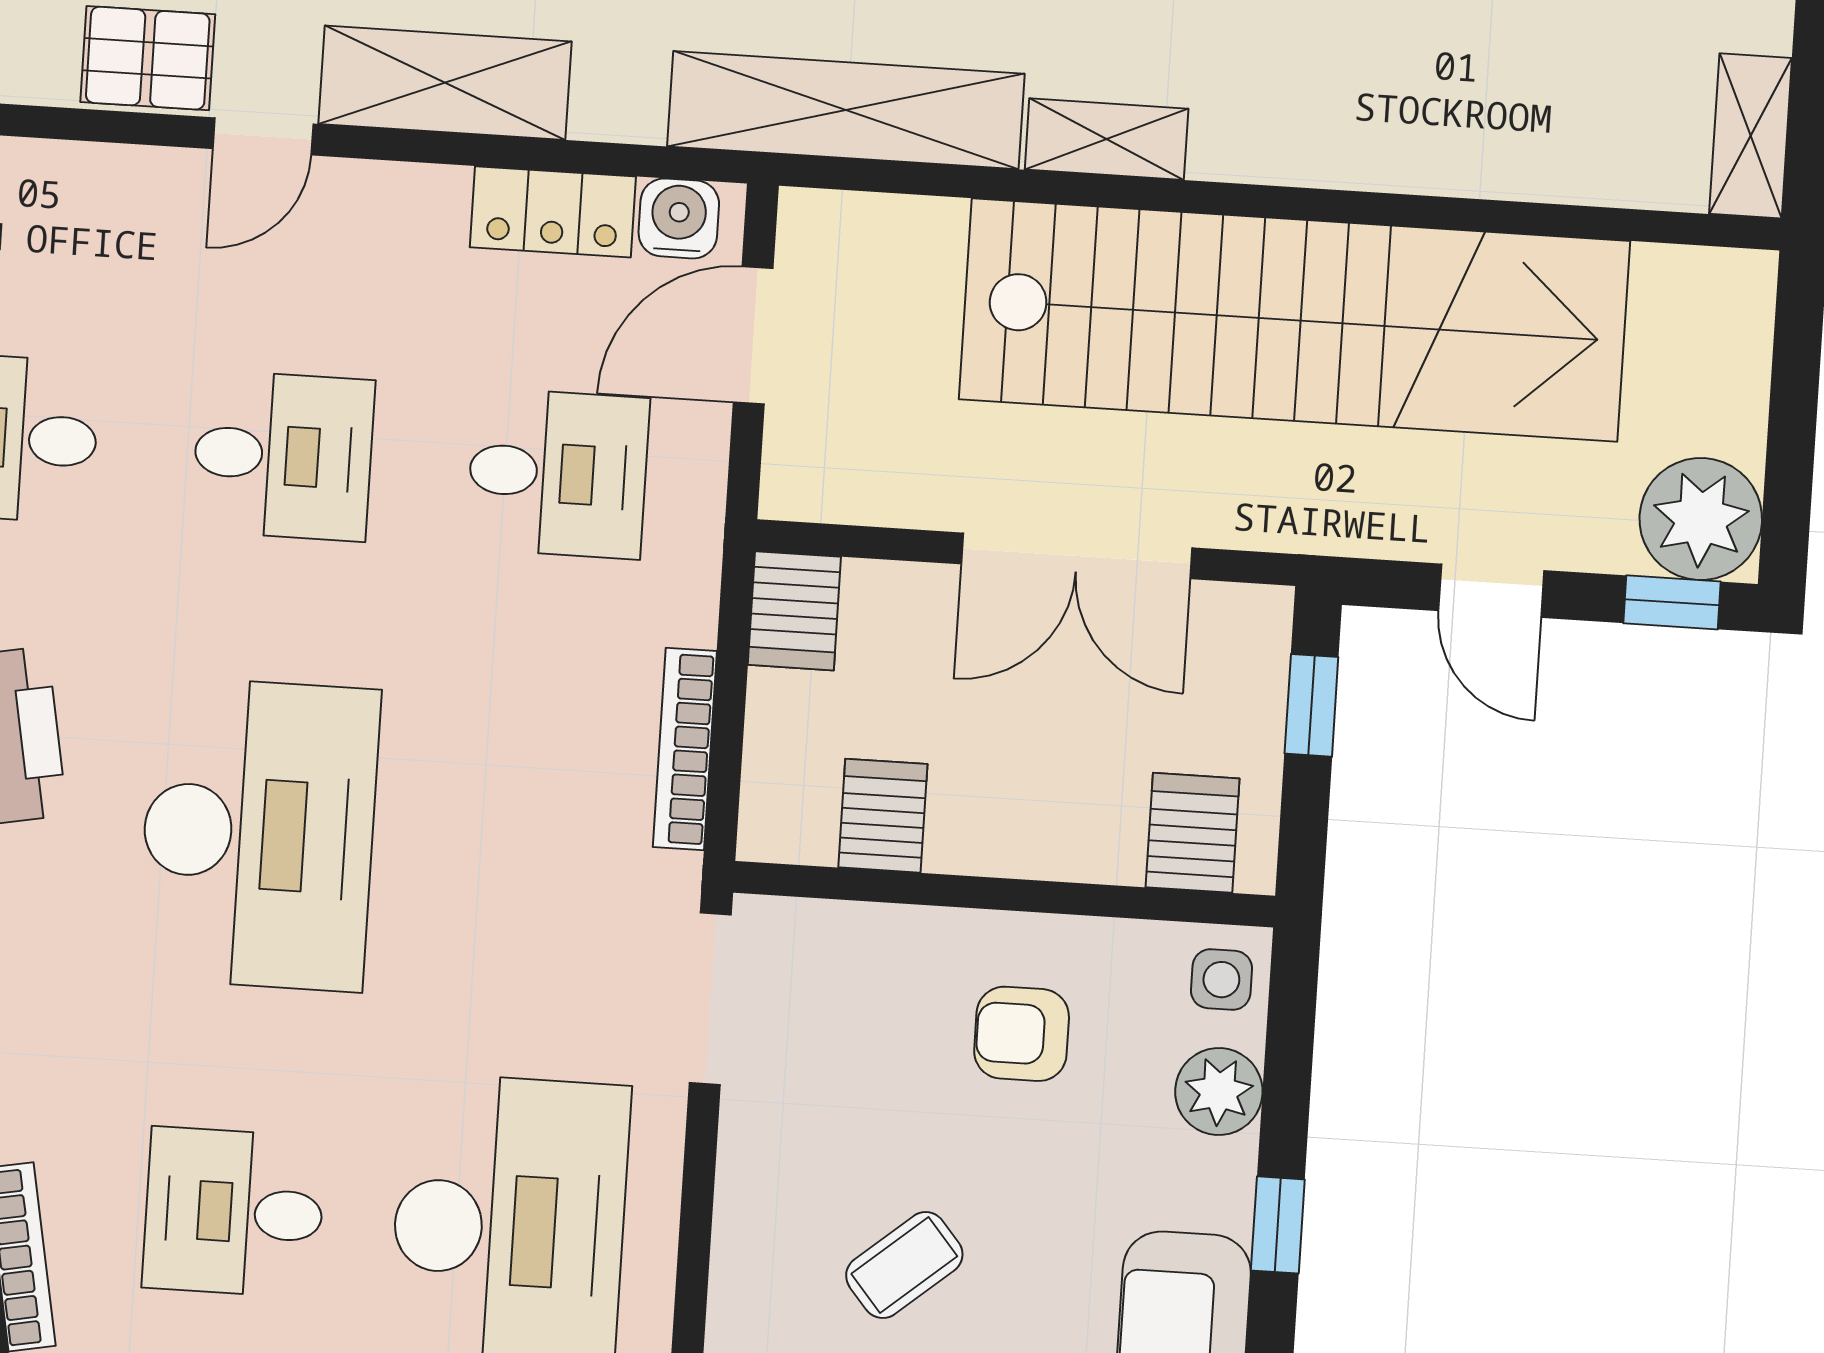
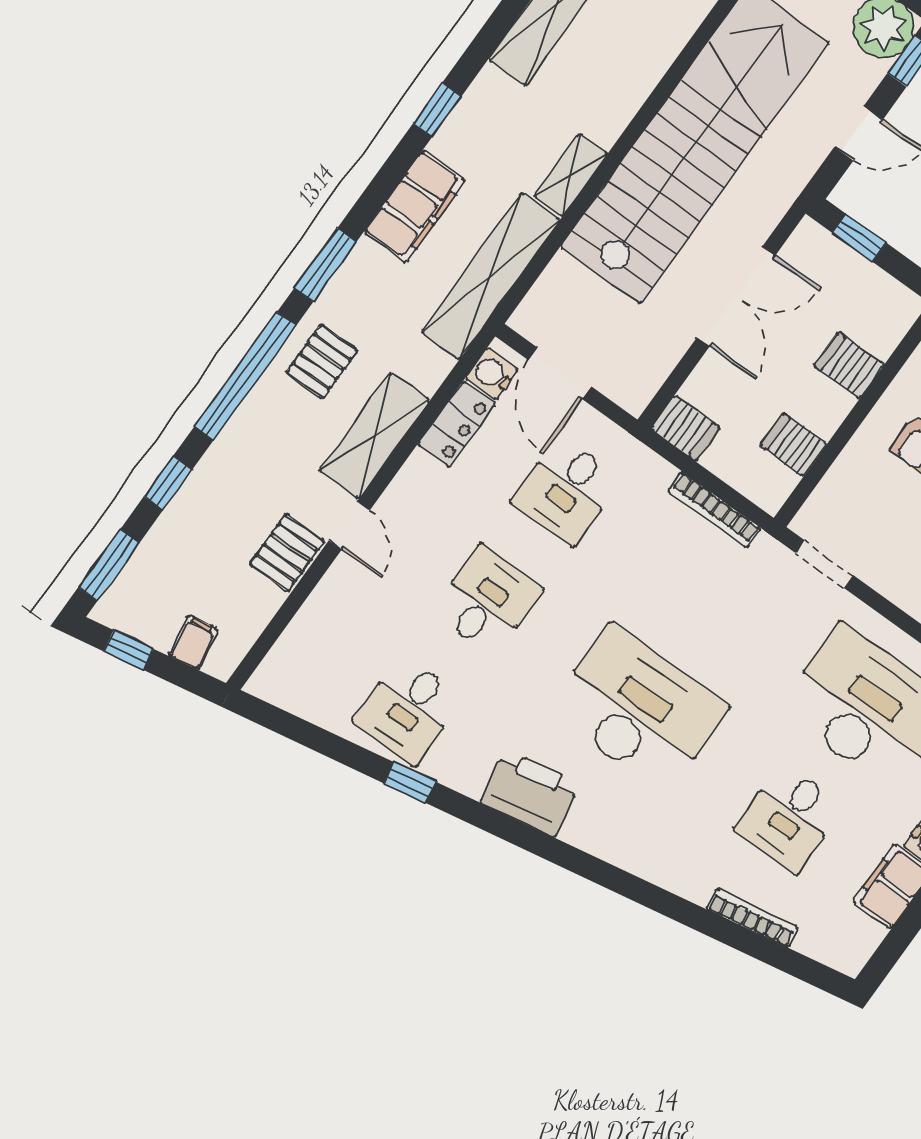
desk: (558, 473) -> (566, 491), turned 180
server rack: (1193, 833) -> (849, 365), moved
doorway: (710, 999) -> (825, 564), width x0.73

